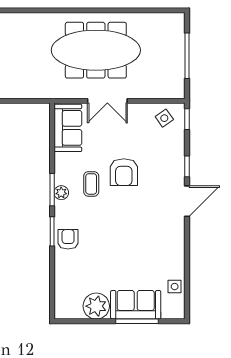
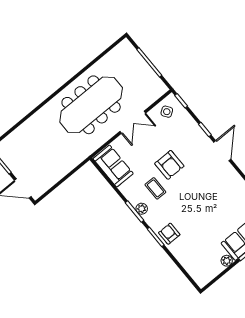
double door: (107, 101) -> (133, 122), moved
plant: (96, 306) -> (227, 261), width x0.53, depth x0.53

